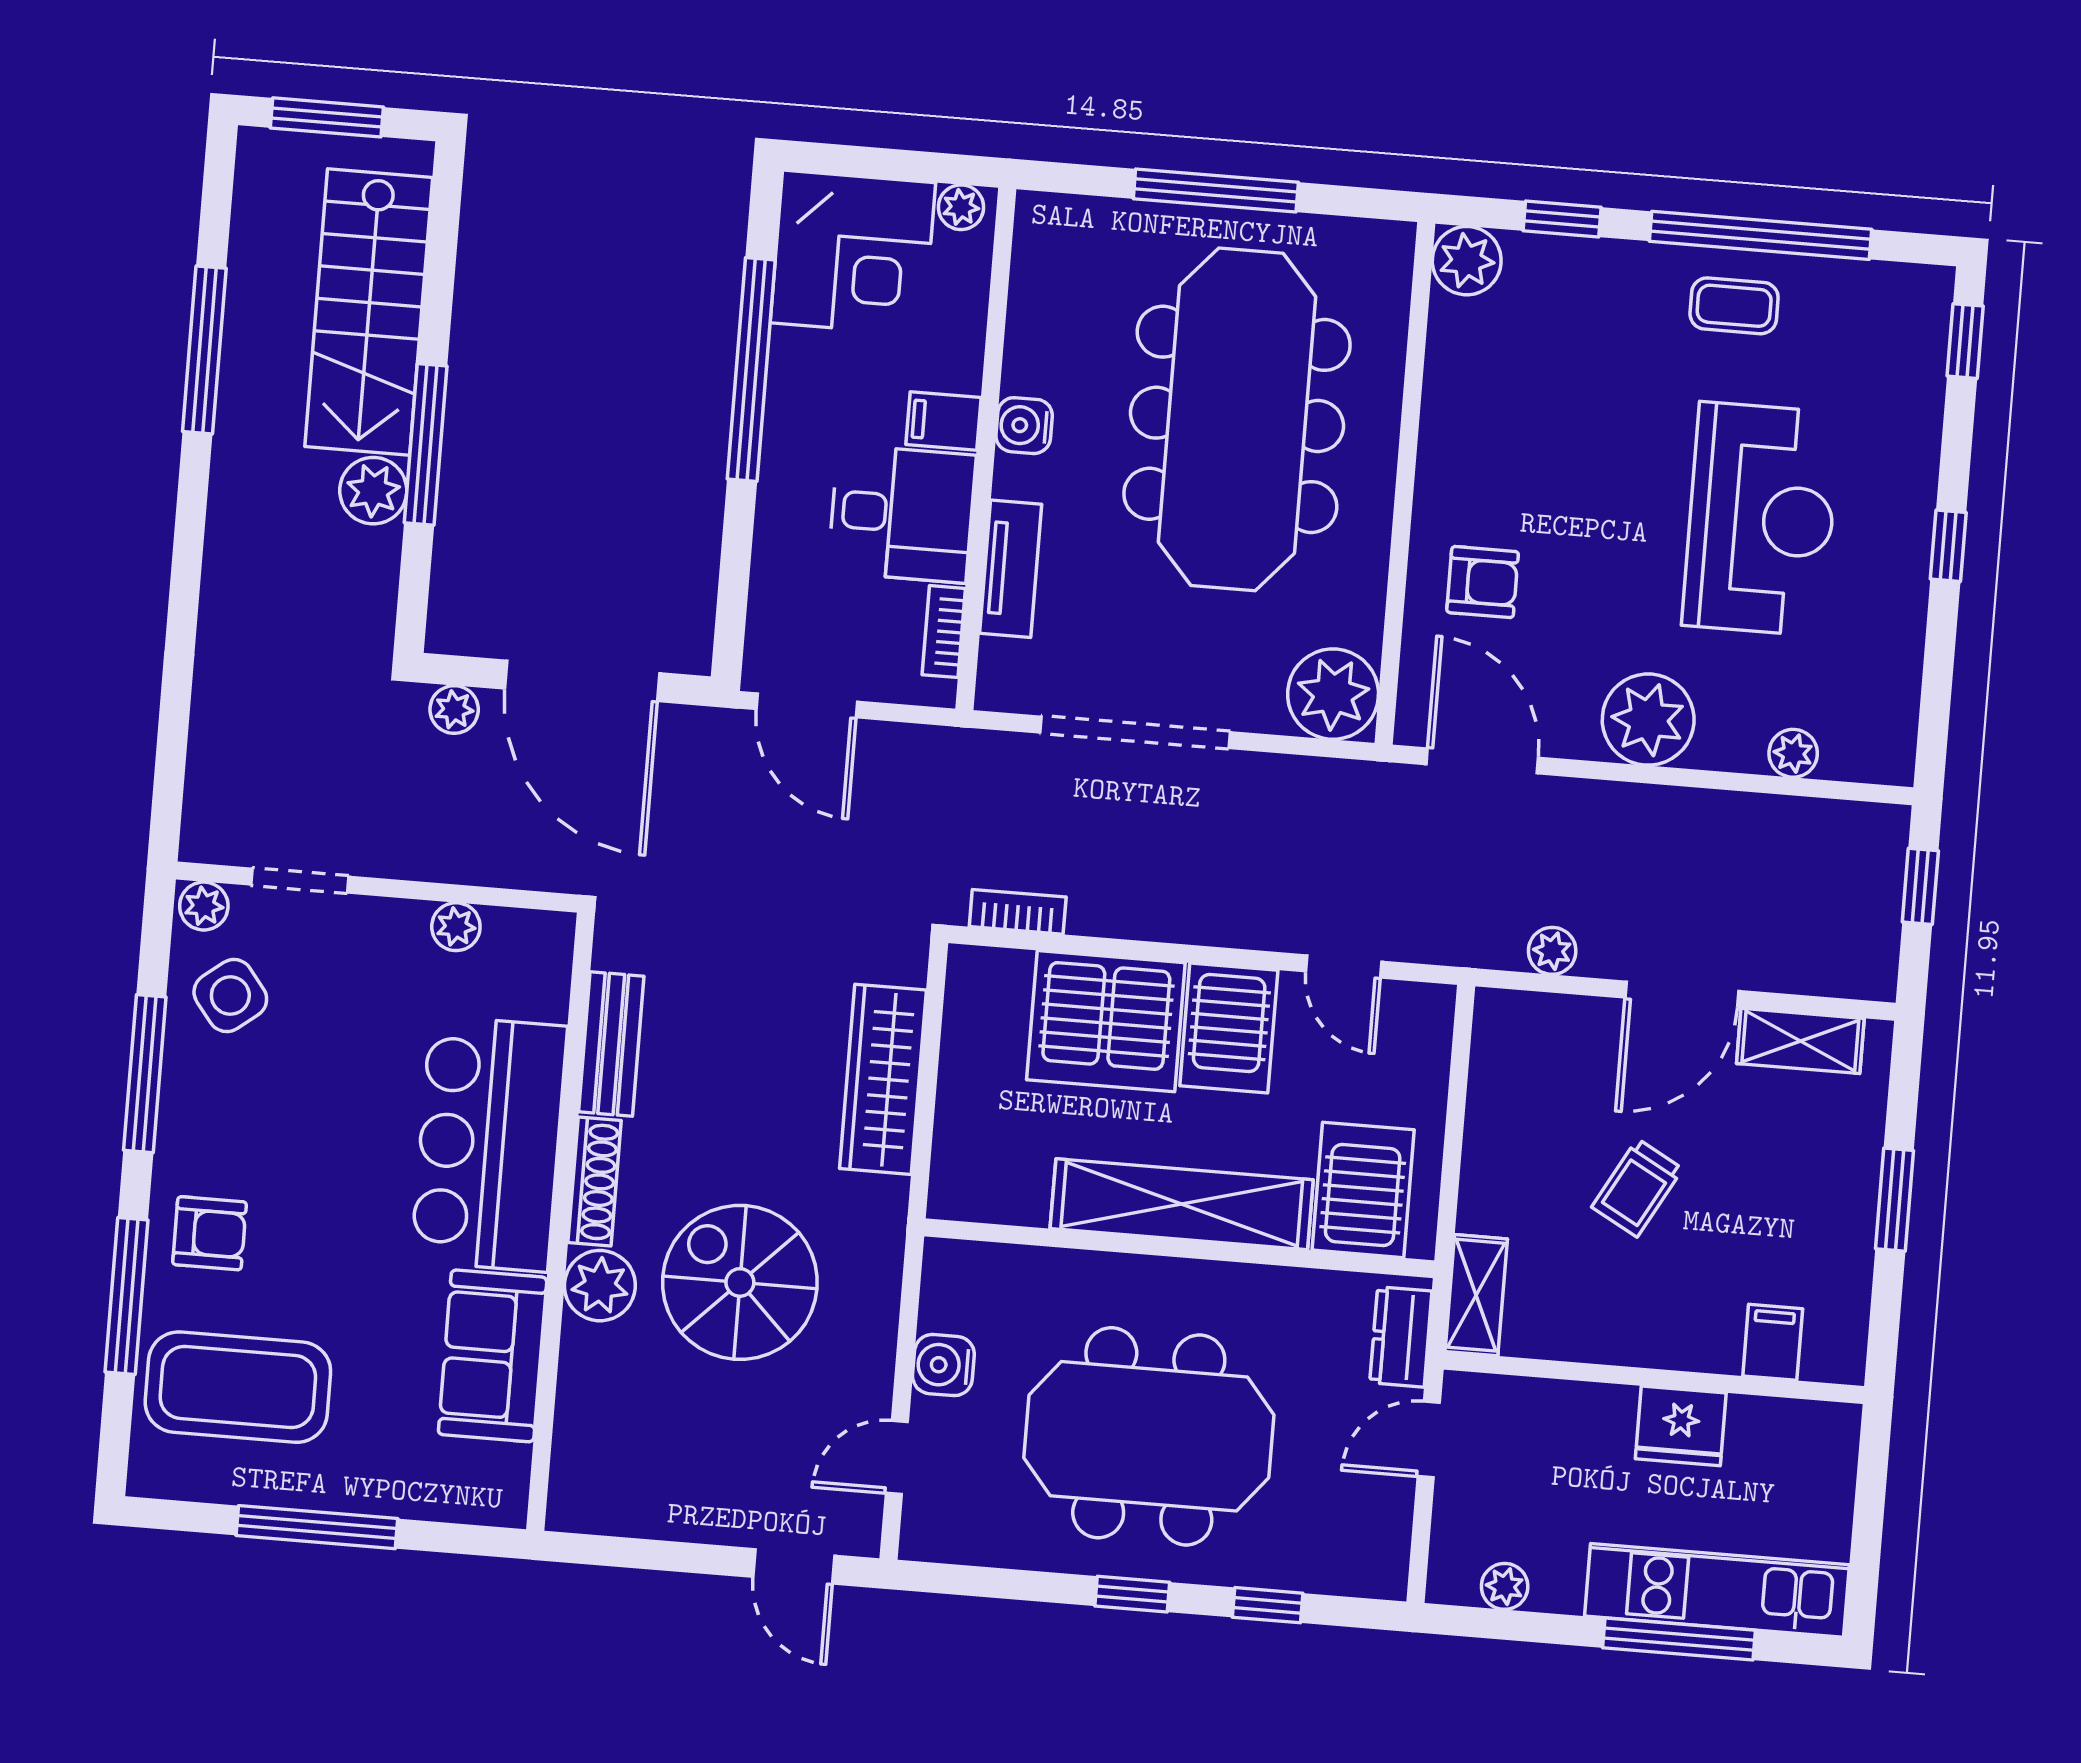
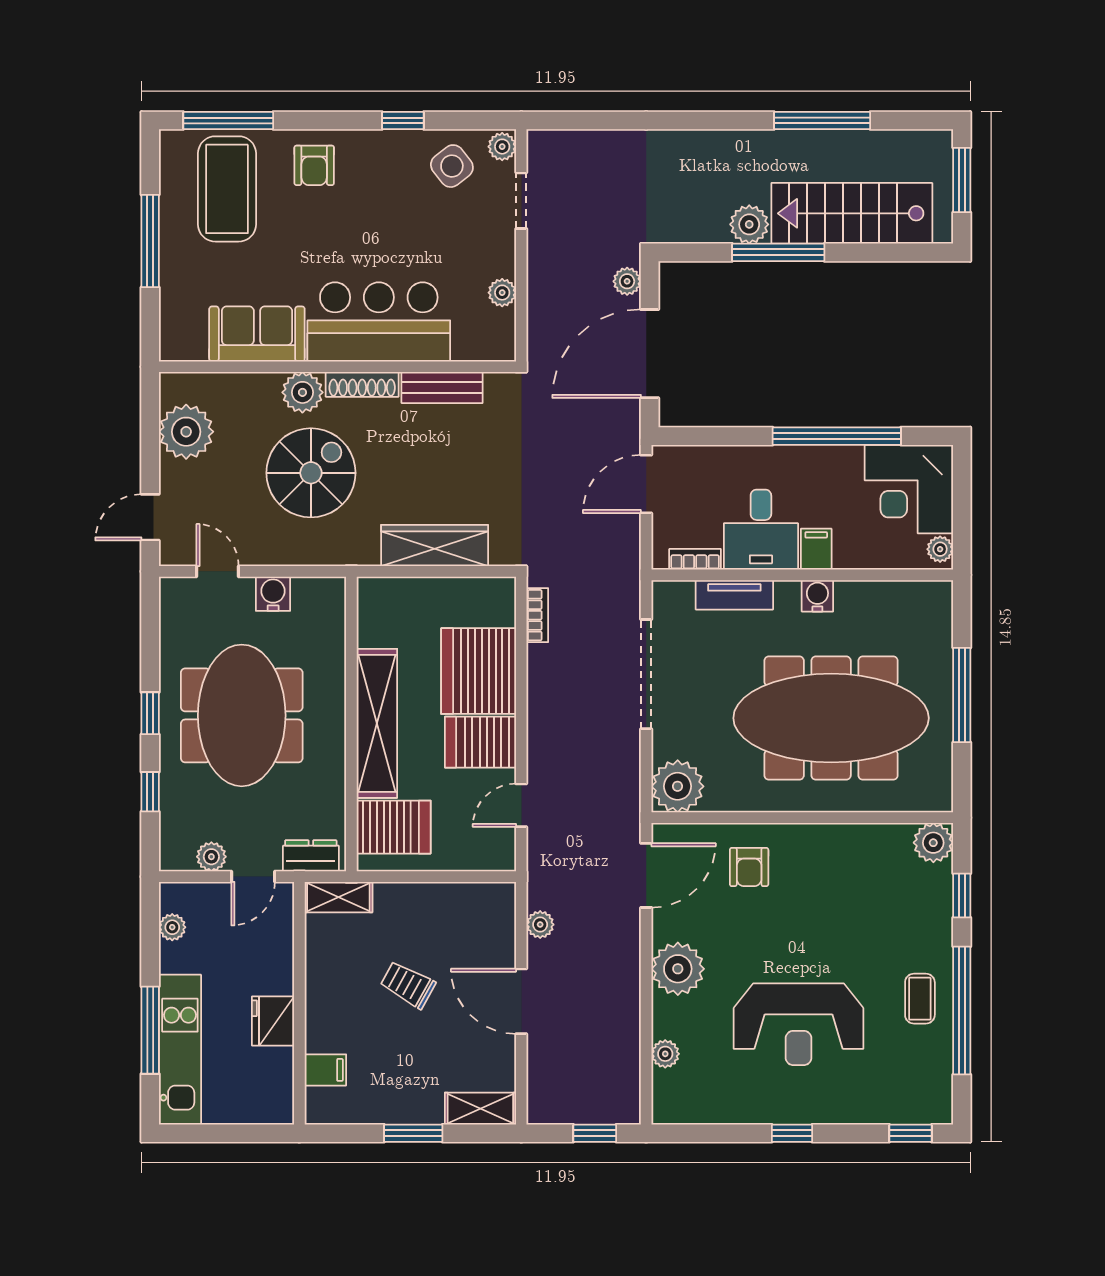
shelving: (1800, 1041) -> (480, 1109), moved, turned 90
window: (145, 1074) -> (403, 121), width x0.46
window: (127, 1296) -> (228, 121), moved
door: (1429, 1440) -> (253, 877), swing flipped
plant: (651, 1492) -> (186, 432), added
plant: (1388, 1509) -> (211, 857), added

